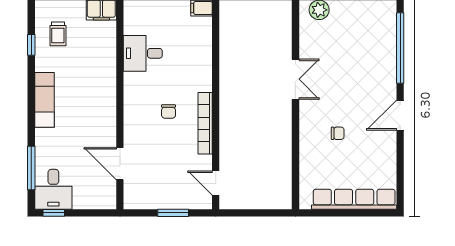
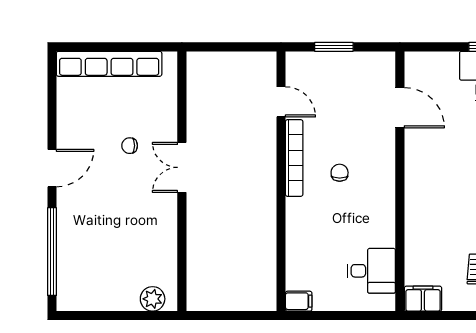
desk: (143, 53) -> (371, 271), moved
double door: (295, 79) -> (182, 167), moved
door: (216, 183) -> (281, 102), moved

